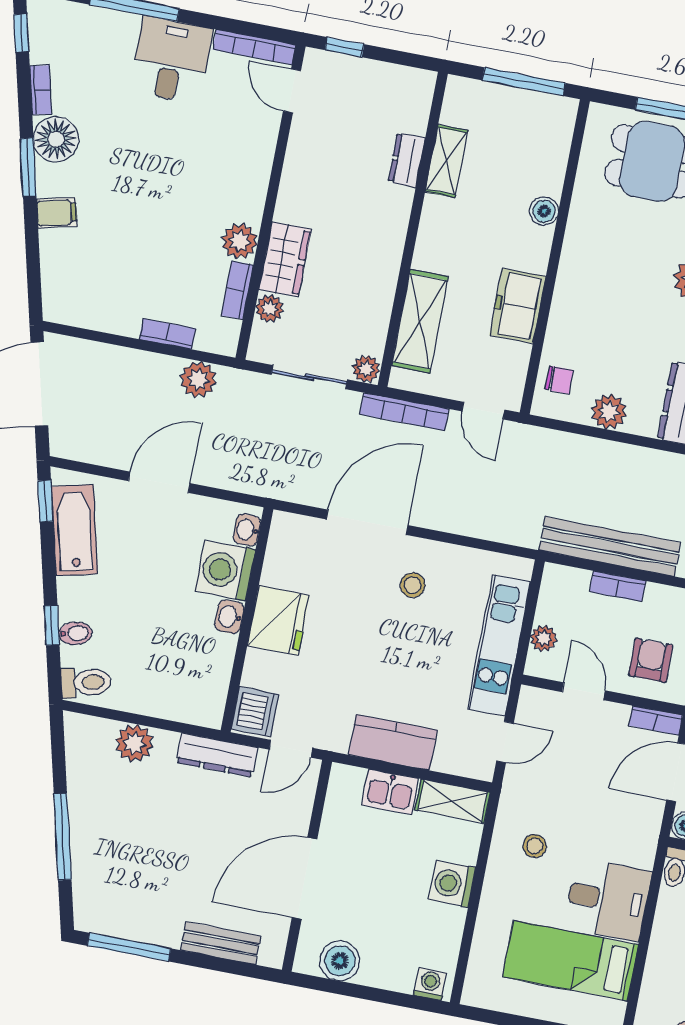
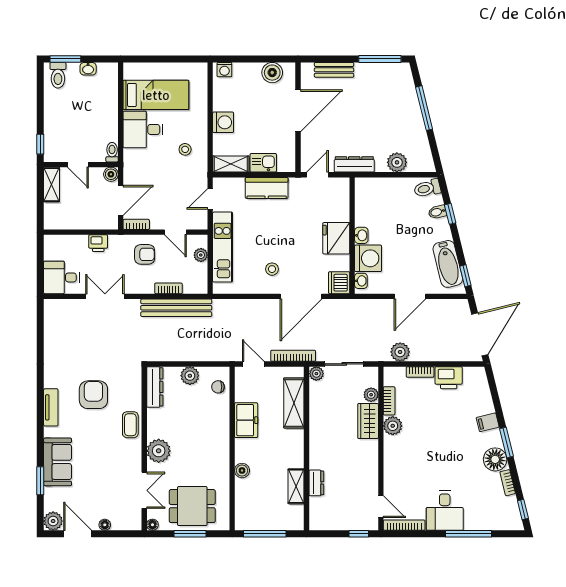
printer: (115, 313) -> (449, 378), added
armchair: (651, 660) -> (145, 254), turned -90
dishwasher: (255, 712) -> (339, 283), moved

